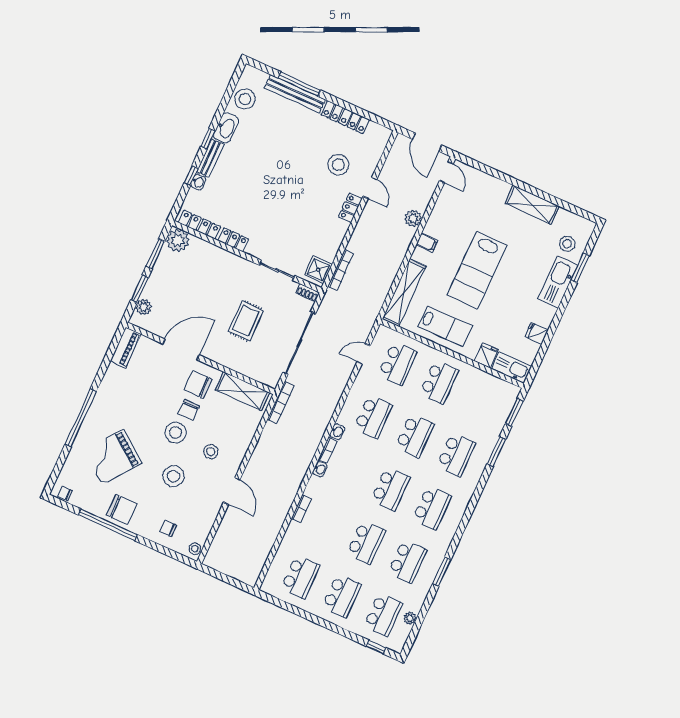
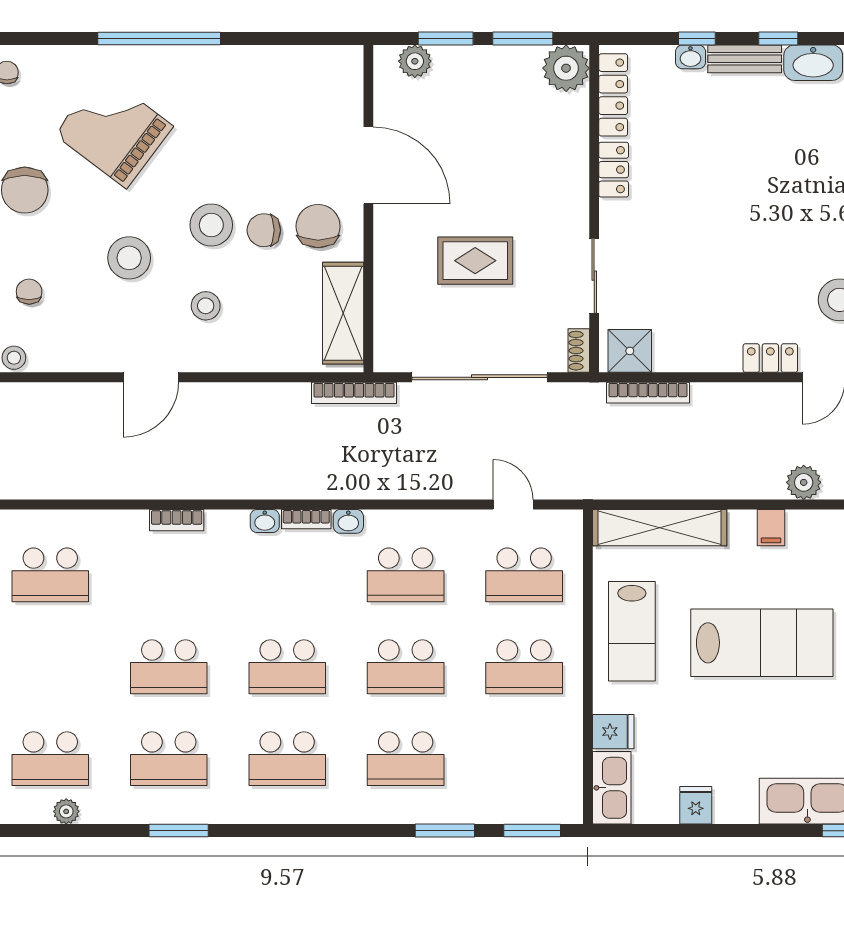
lab bench: (477, 270) -> (762, 643), turned 180
piano: (125, 347) -> (326, 62), removed
school desk: (342, 596) -> (50, 667), removed

